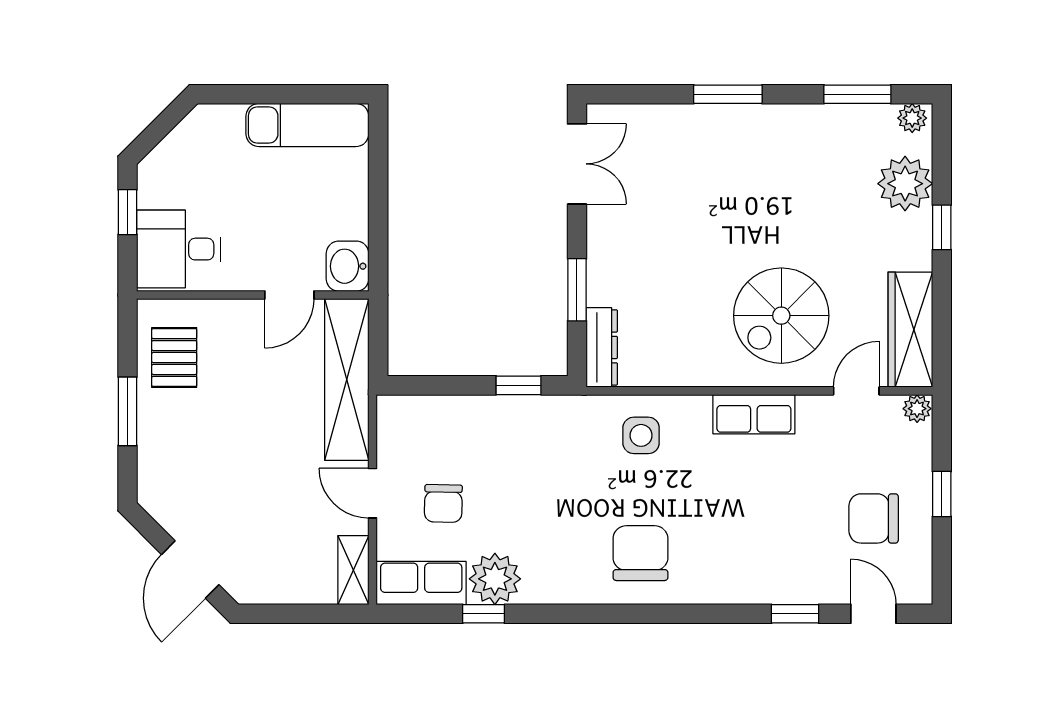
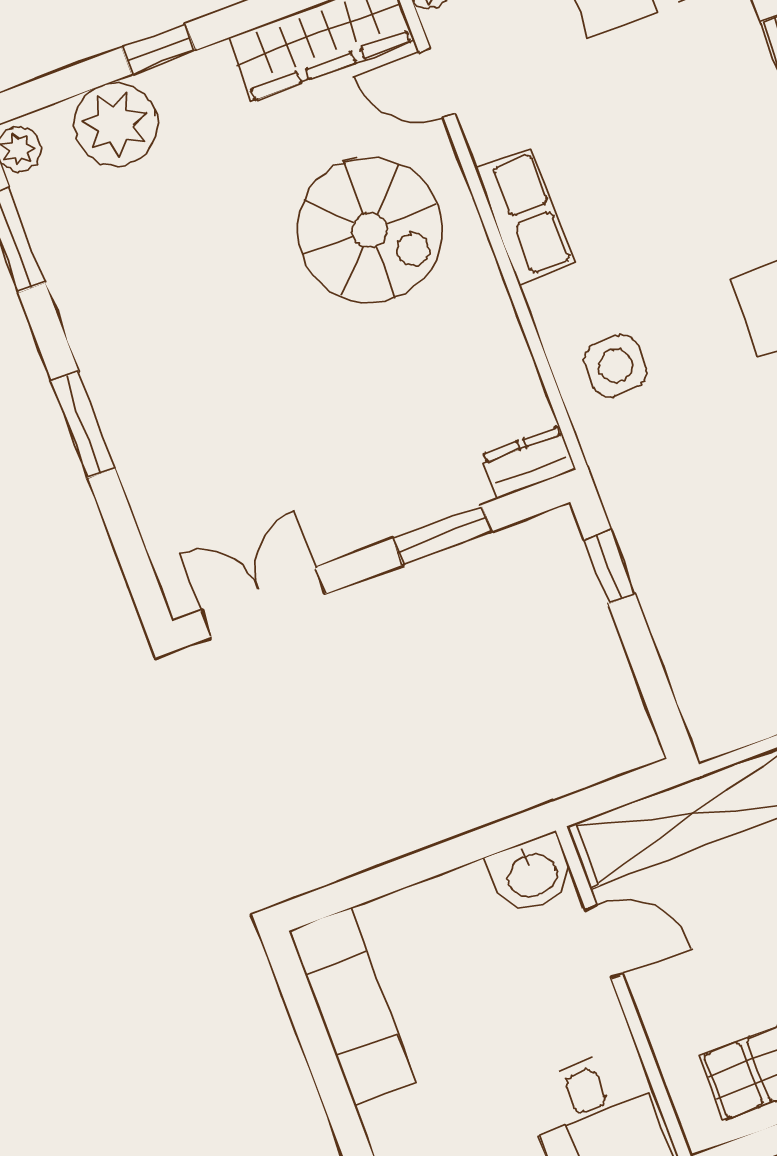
dresser: (602, 347) -> (528, 462), width x0.70

